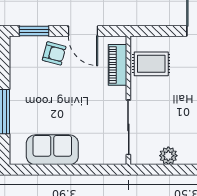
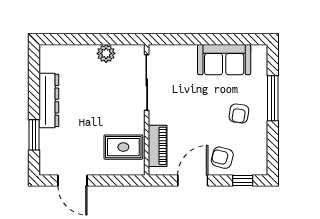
window: (34, 31) -> (243, 180), width x0.67
door: (83, 31) -> (193, 180), hinge flipped
armchair: (38, 97) -> (239, 113), added

